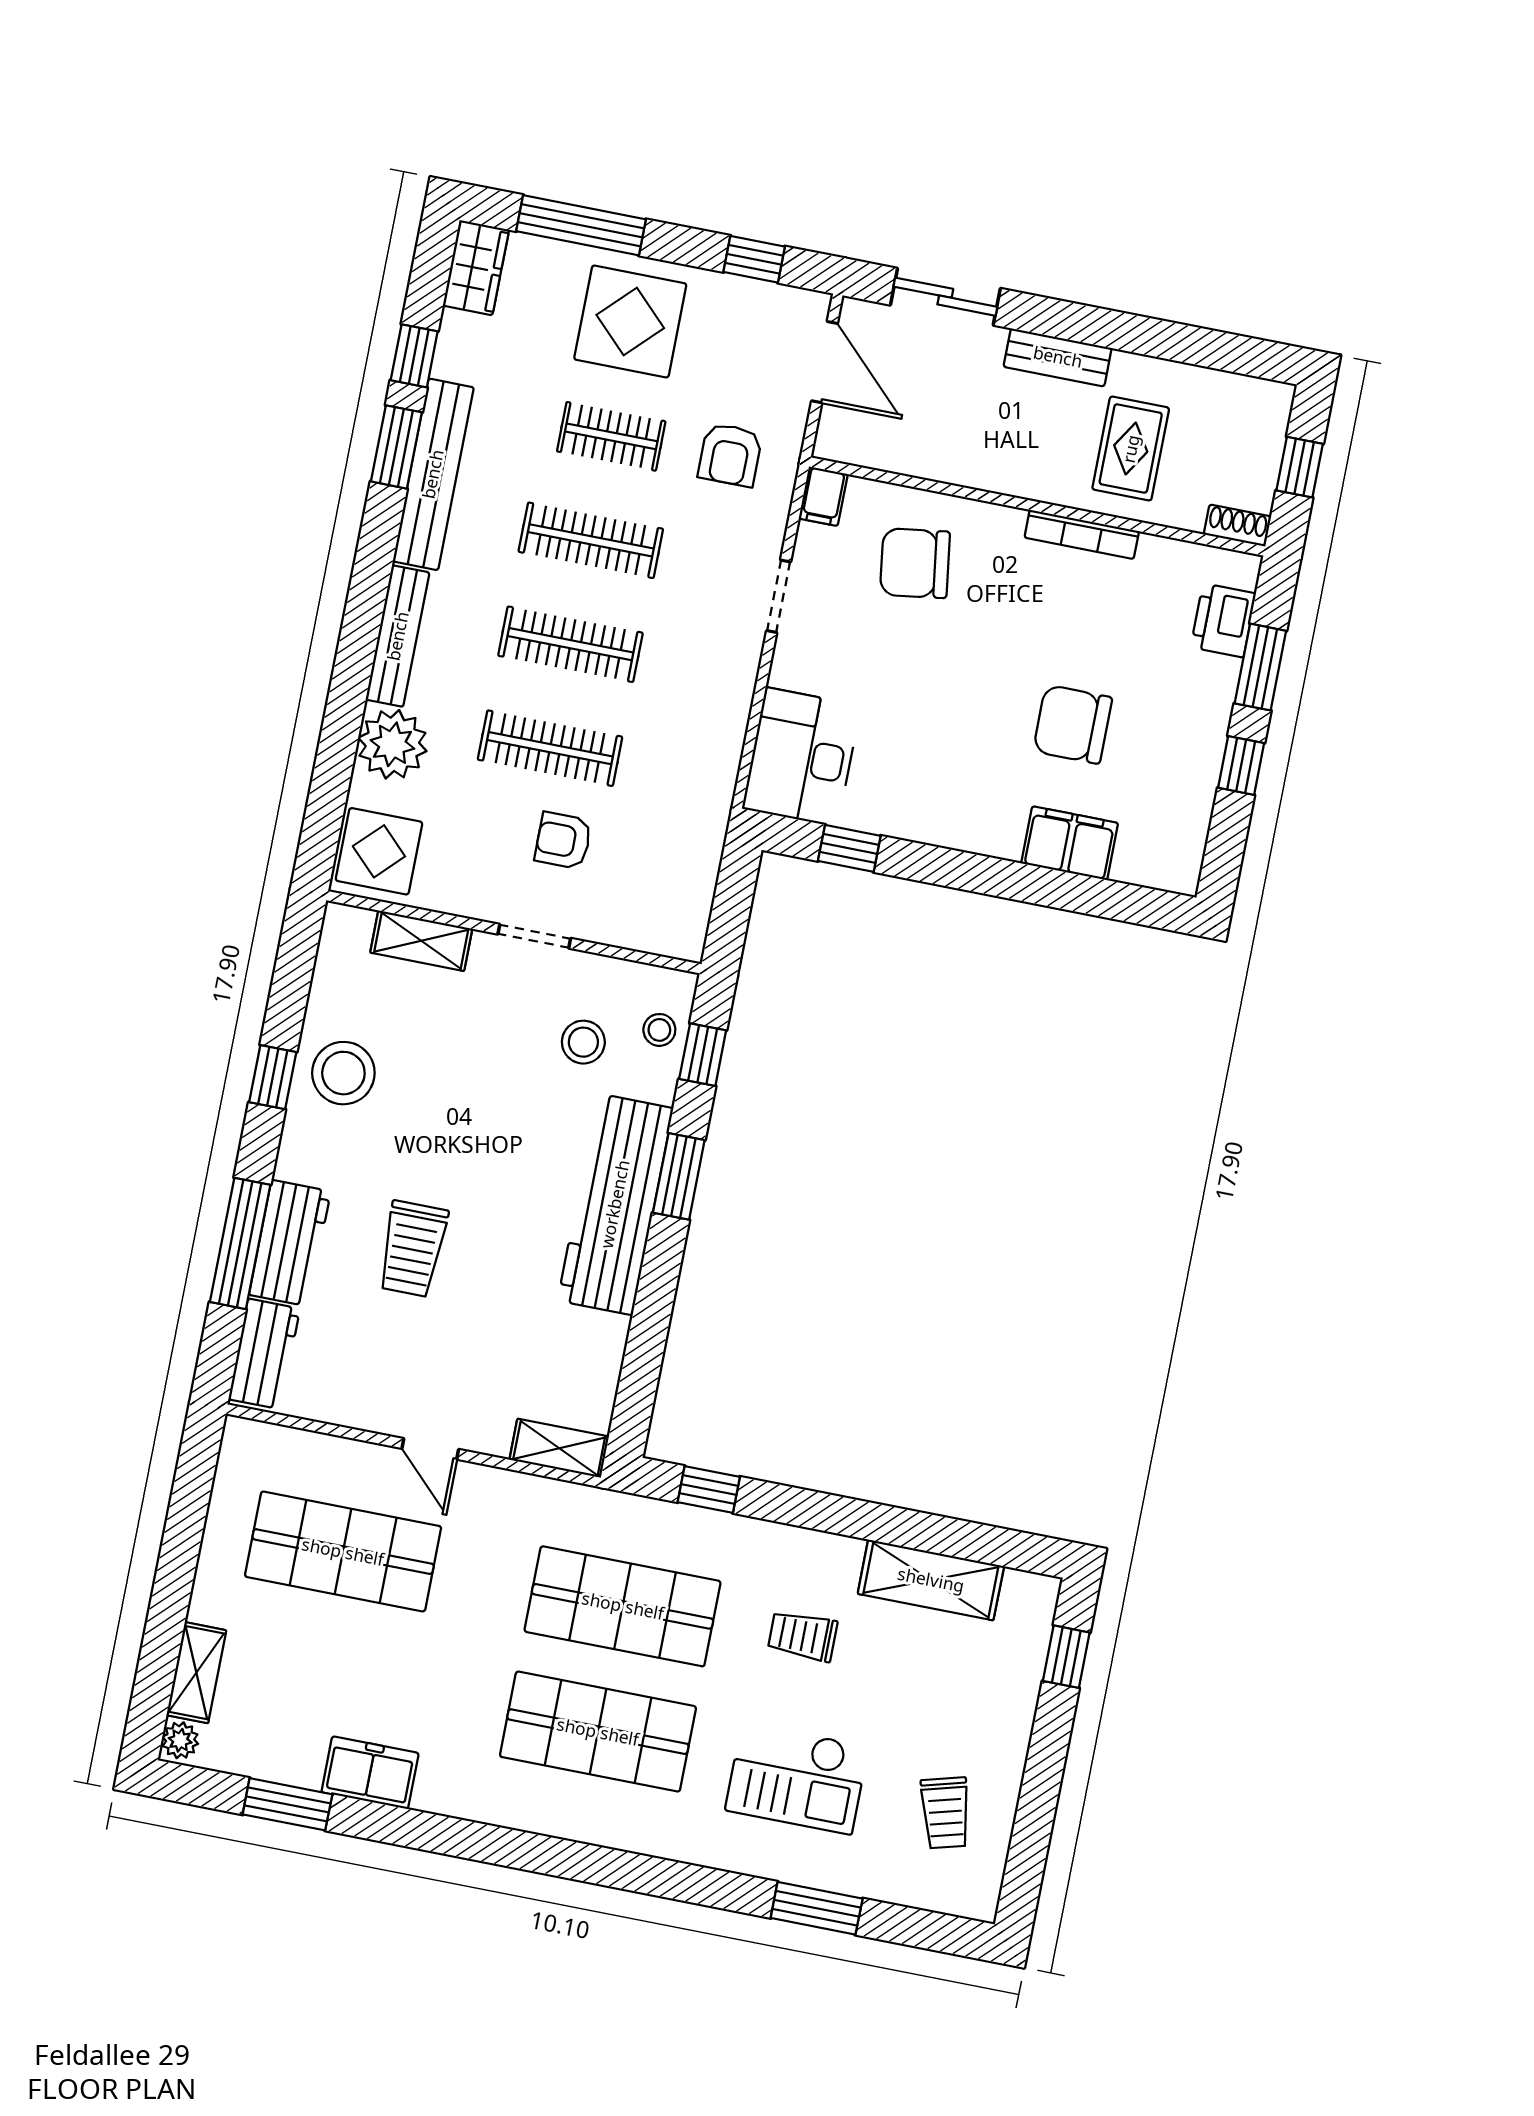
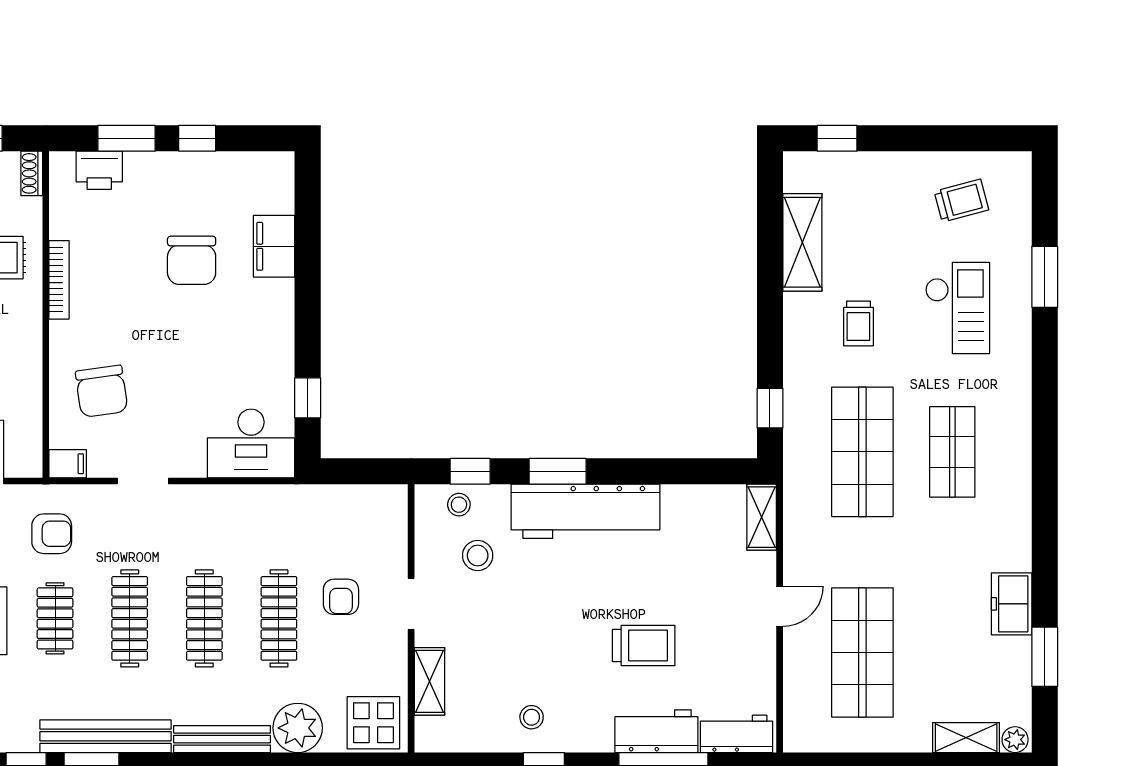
stool: (343, 1073) -> (532, 717), width x0.53, depth x0.53
shop shelf: (598, 1732) -> (952, 452), width x0.70, depth x0.74

